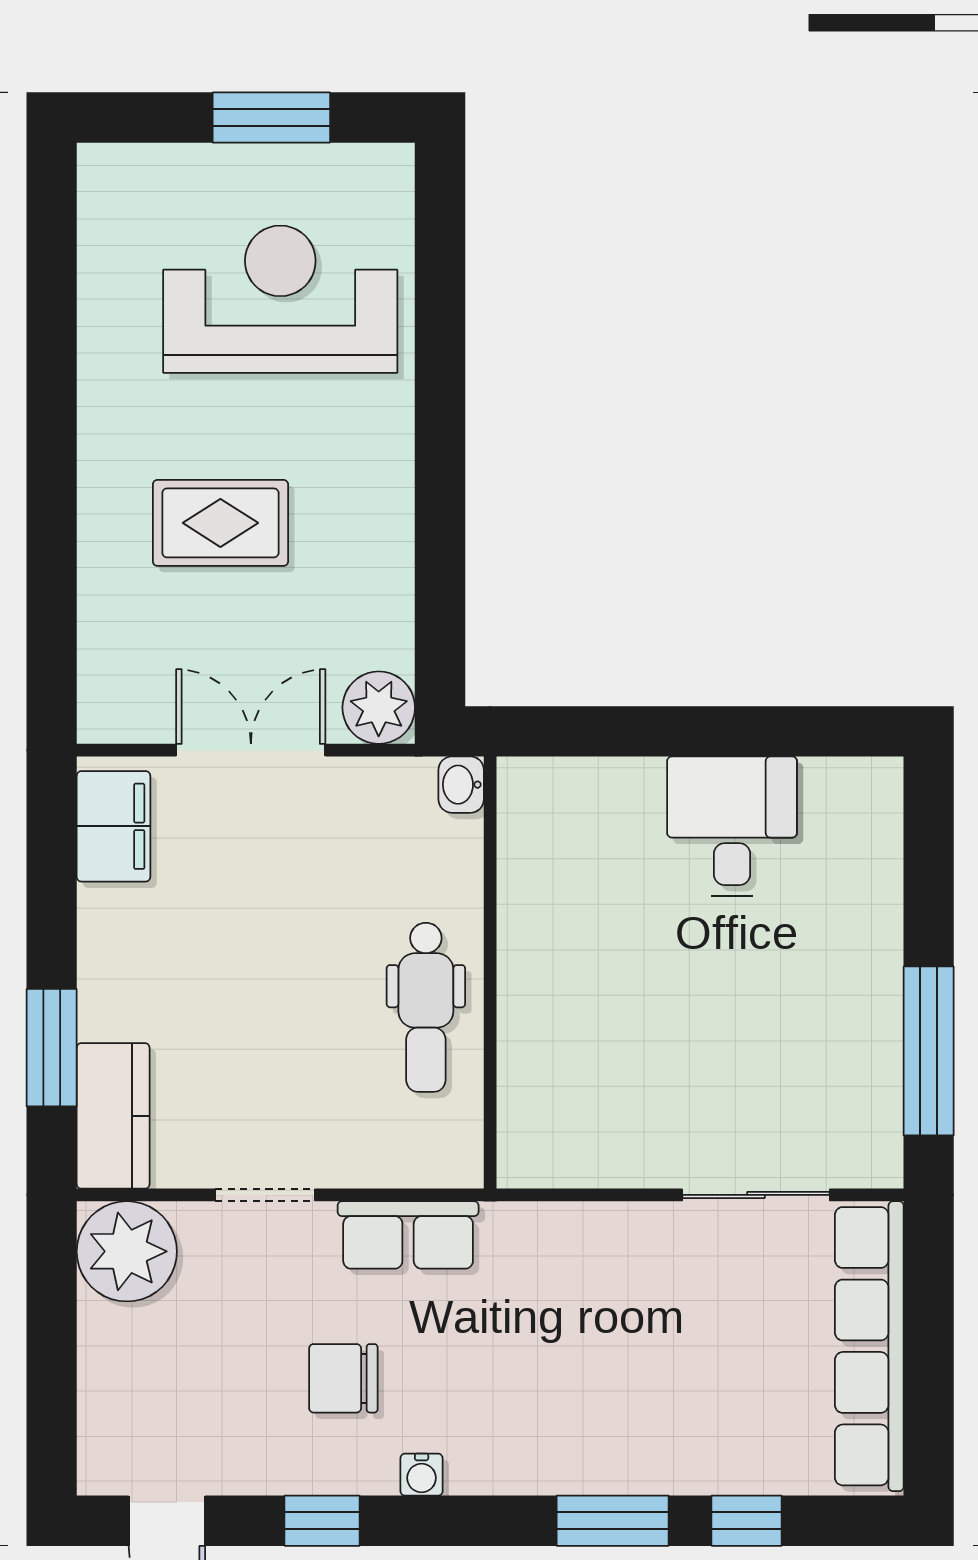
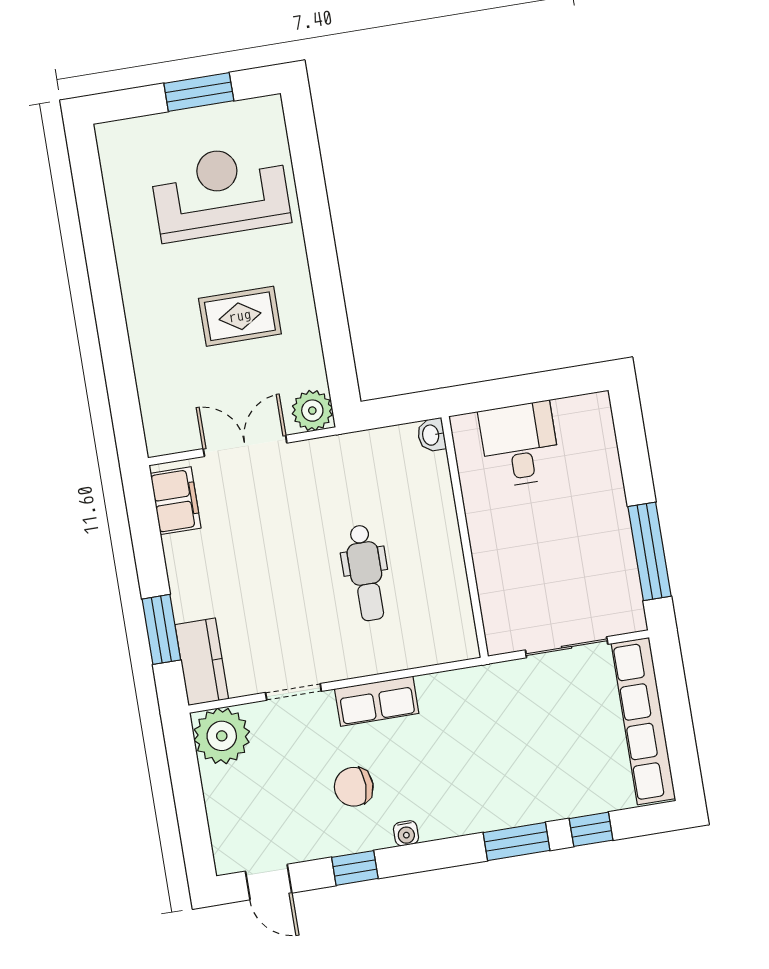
rug: (220, 523) -> (240, 316), moved
washbasin: (461, 785) -> (431, 435), moved
wall: (490, 973) -> (465, 537), moved

